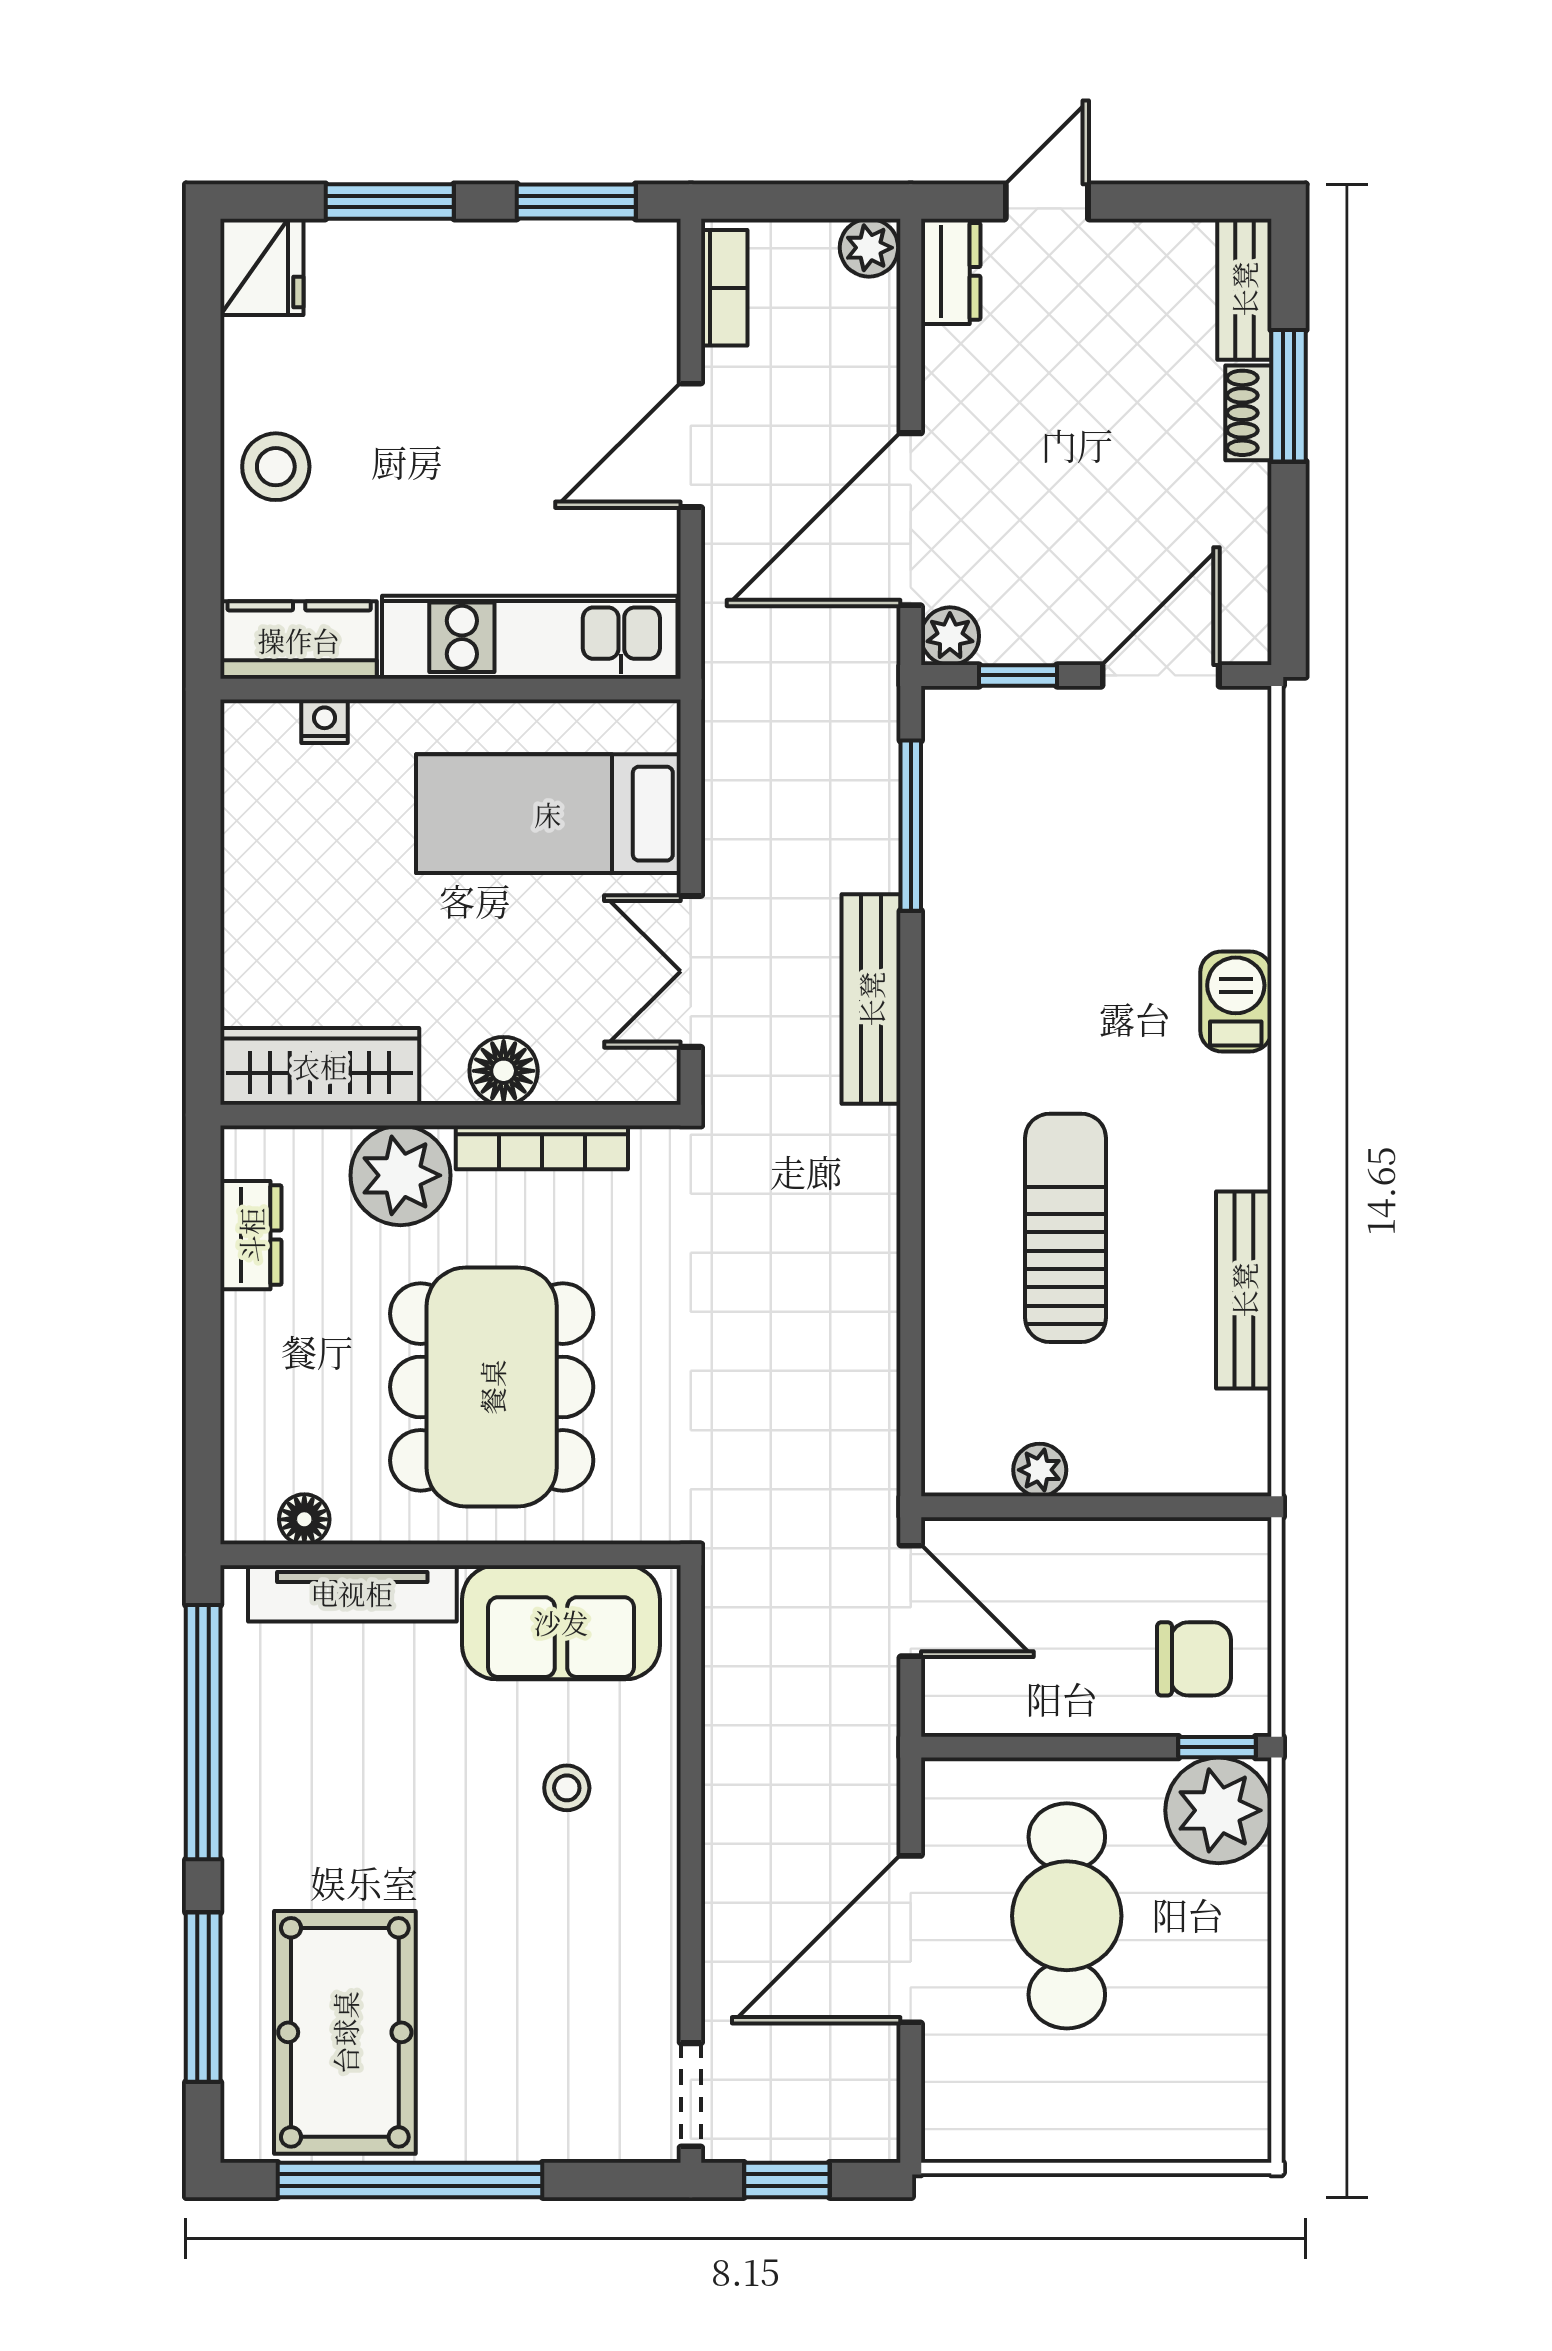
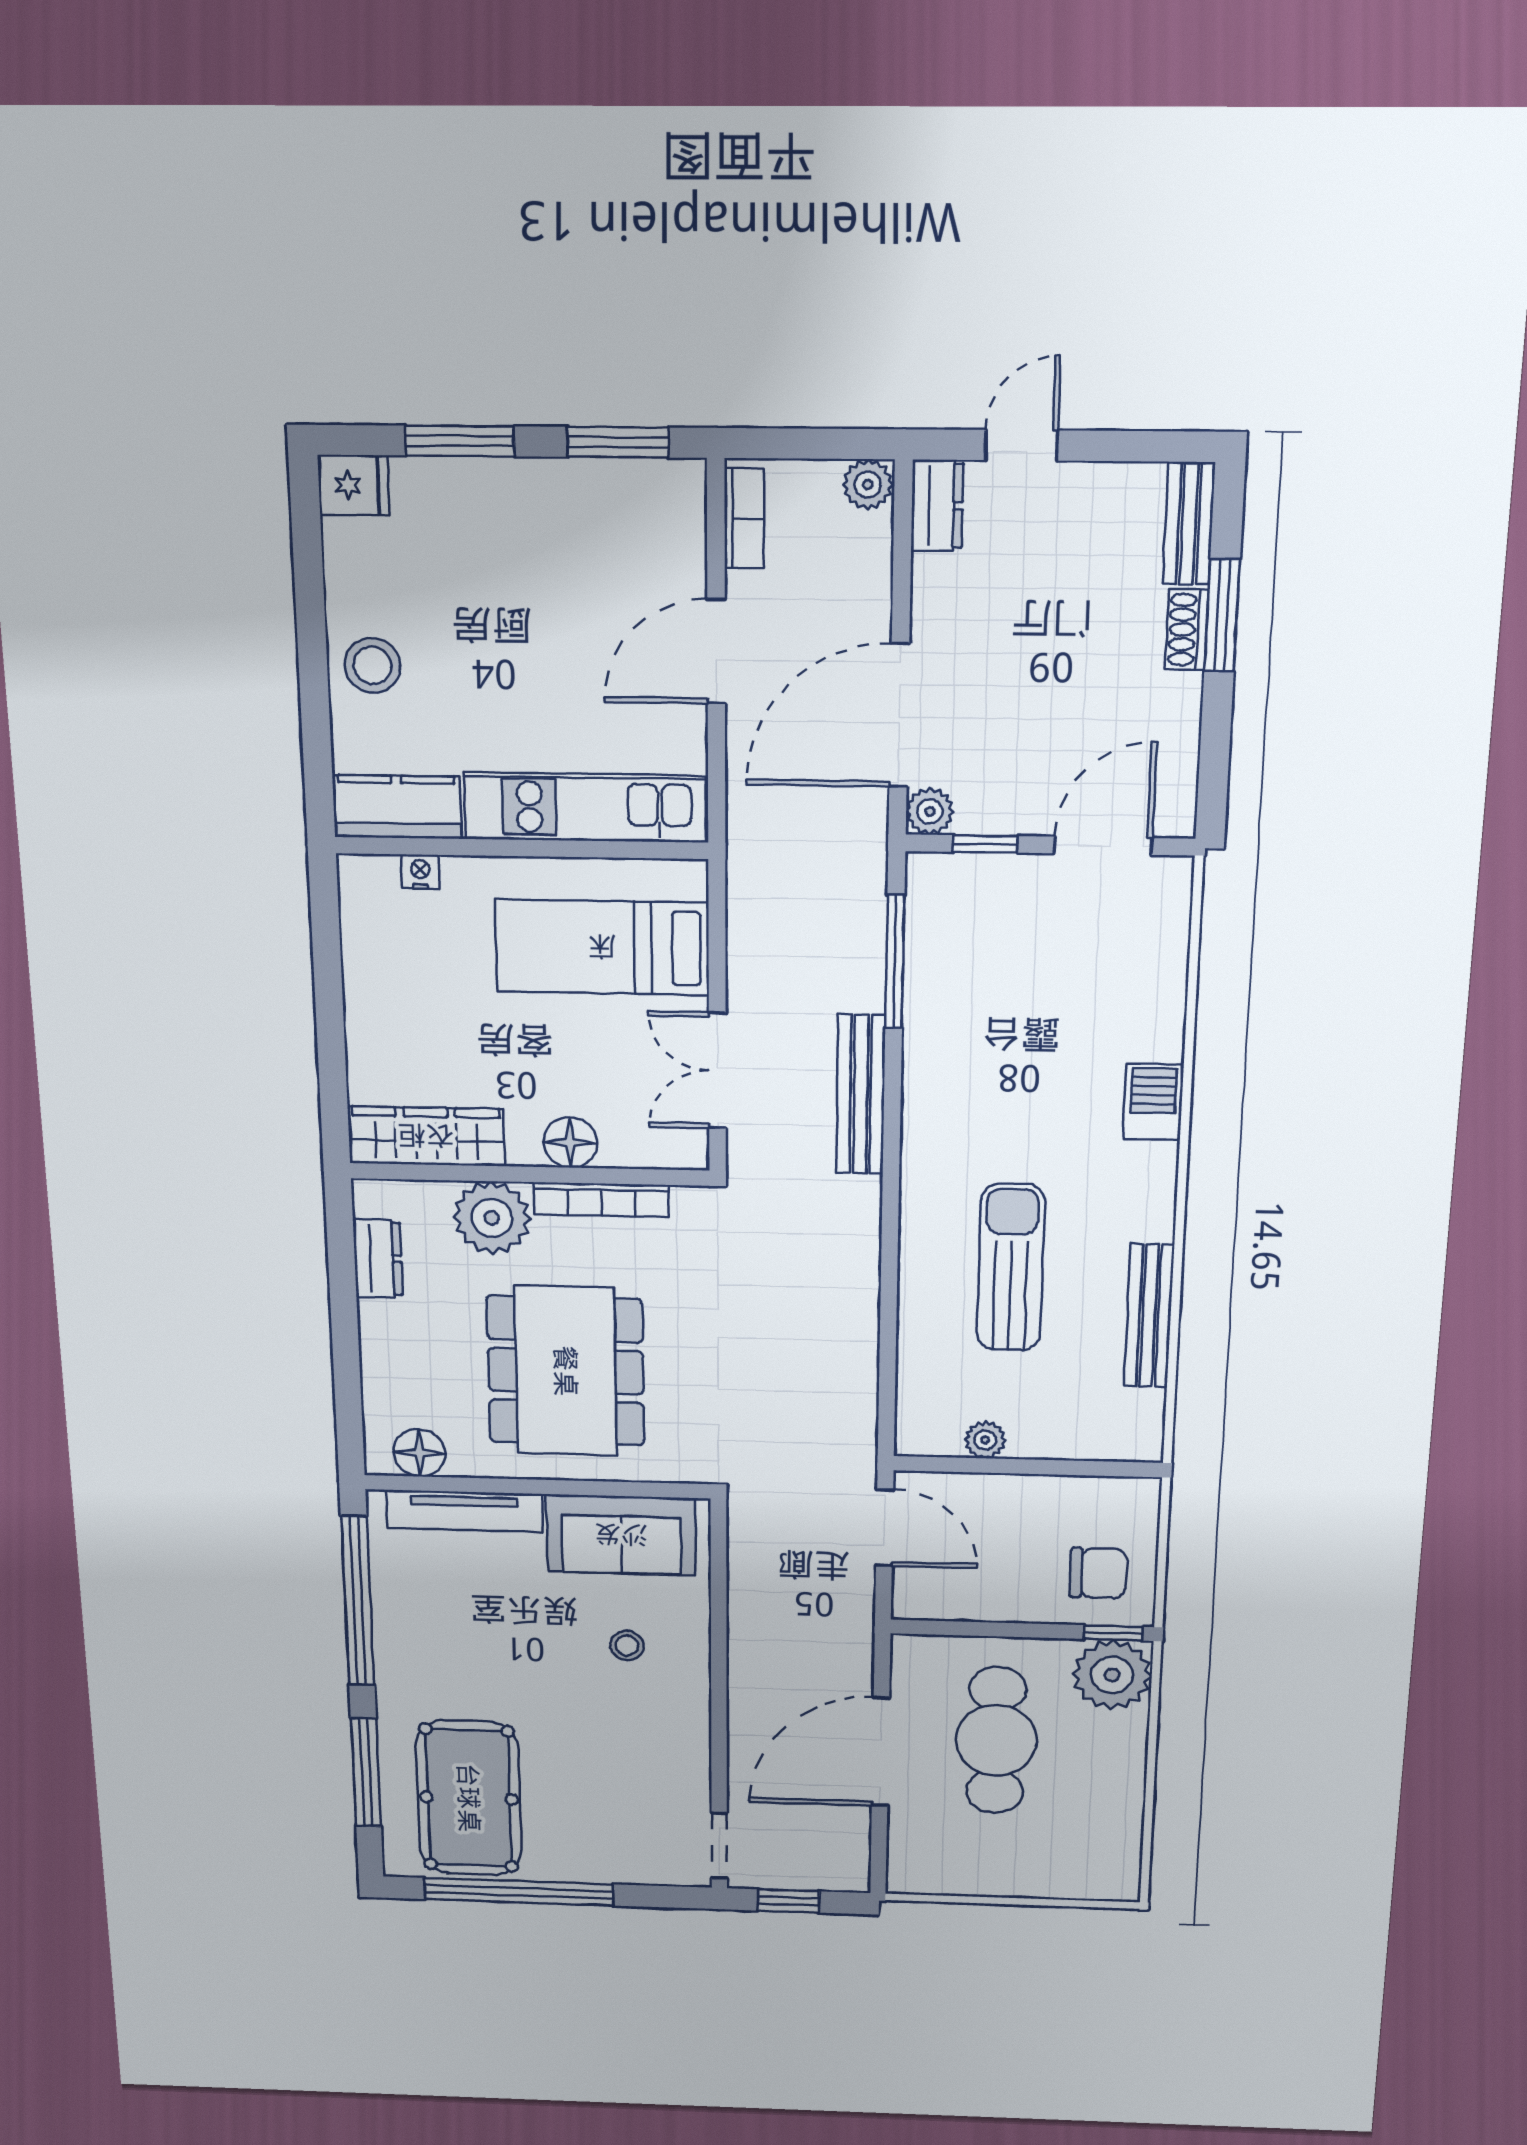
fridge: (262, 267) -> (353, 485), width x0.72
floor lamp: (304, 1519) -> (419, 1453), width x1.37, depth x1.37

